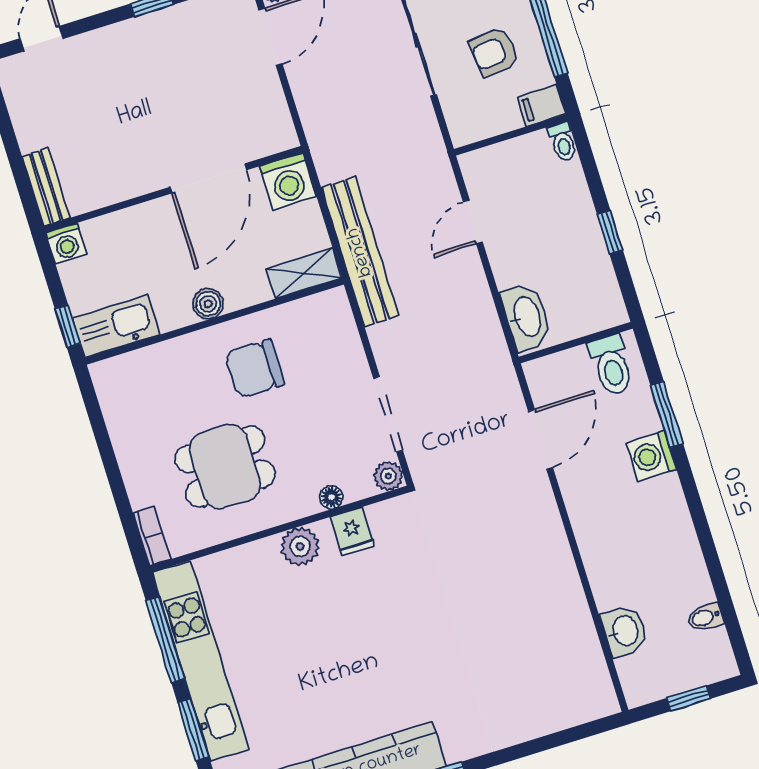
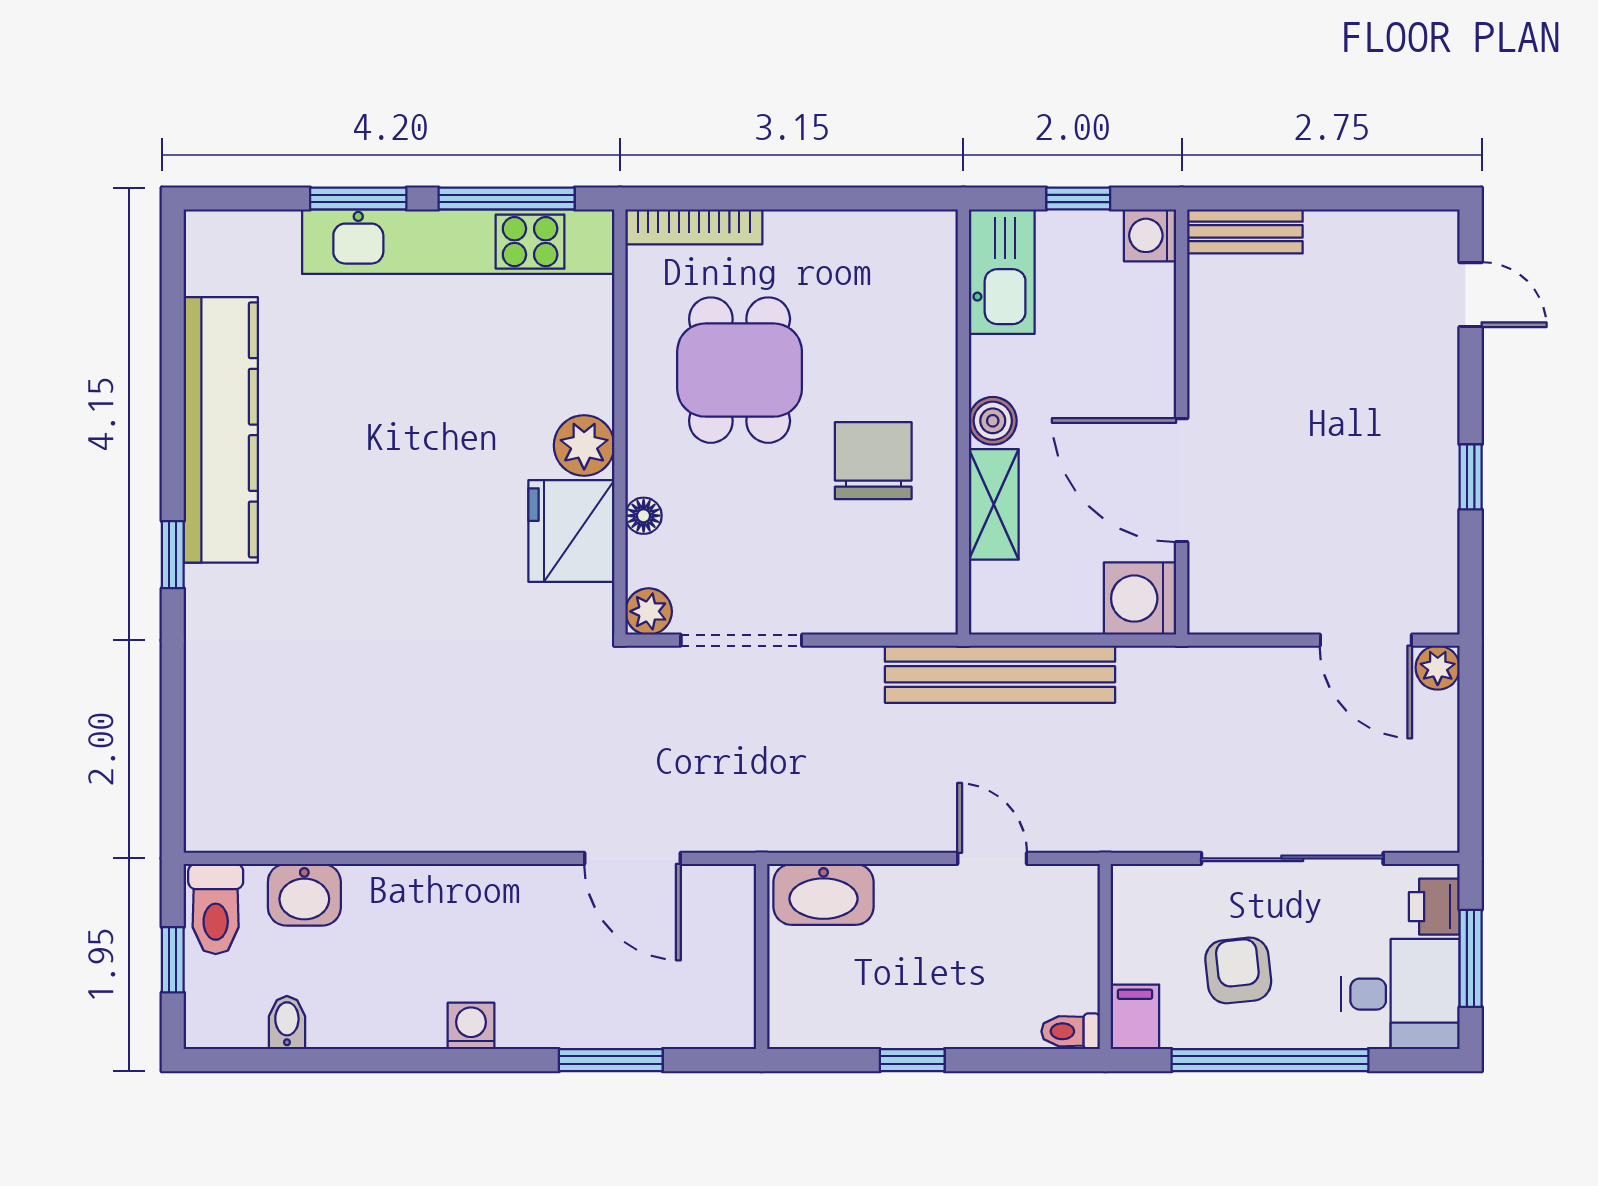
shelving: (304, 273) -> (994, 504), moved
window: (67, 326) -> (1078, 198), moved
toilet: (611, 365) -> (216, 909), moved, turned -90
washing machine: (651, 456) -> (471, 1026), moved, width x0.73, depth x0.73
fridge: (352, 531) -> (571, 531), width x1.88, depth x1.34
bookcase: (152, 536) -> (694, 227), width x1.56

